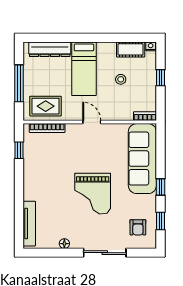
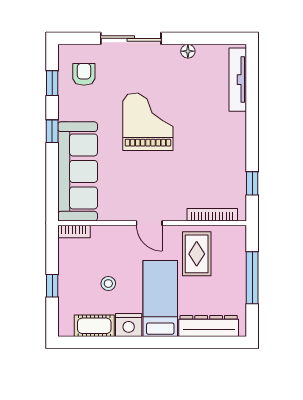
nightstand: (151, 46) -> (129, 325), moved, width x1.89, depth x1.79
rug: (46, 106) -> (197, 254), moved, turned 90

